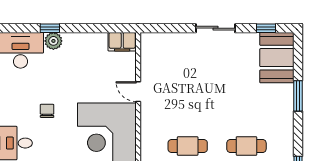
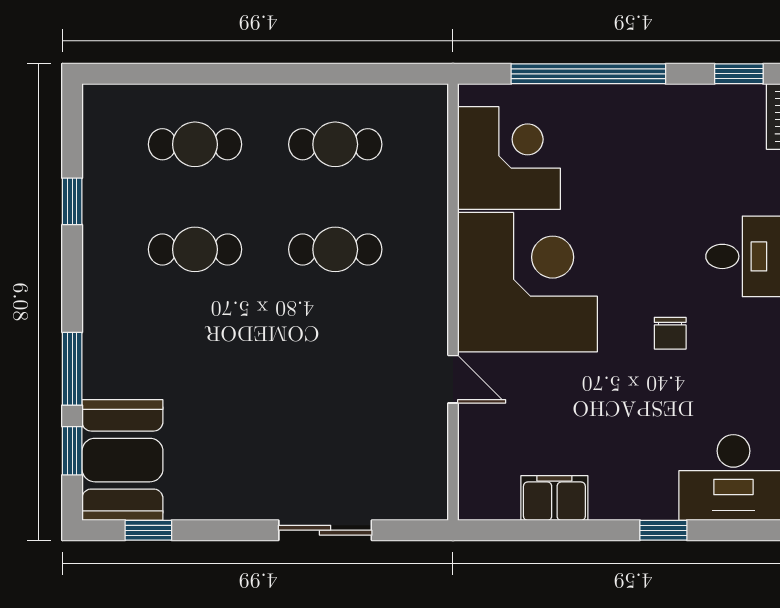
sliding door: (216, 28) -> (325, 530), moved
plant: (53, 41) -> (655, 500), removed
filing cabinet: (122, 42) -> (554, 498), moved
window: (298, 62) -> (72, 451), added

